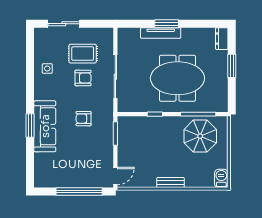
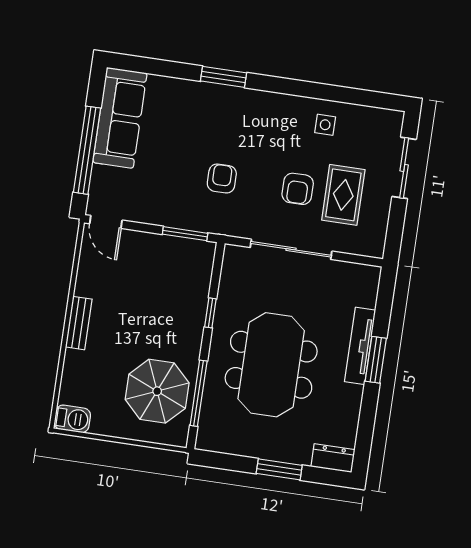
sofa: (45, 126) -> (120, 118), moved, turned -90

